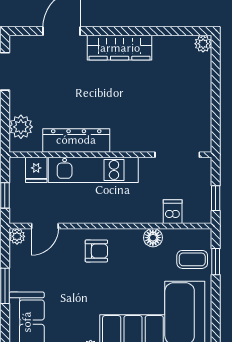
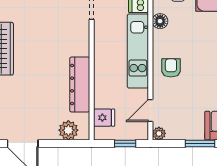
kitchen unit: (93, 170) -> (138, 51), moved, turned 180
door: (45, 226) -> (150, 110), swing flipped

